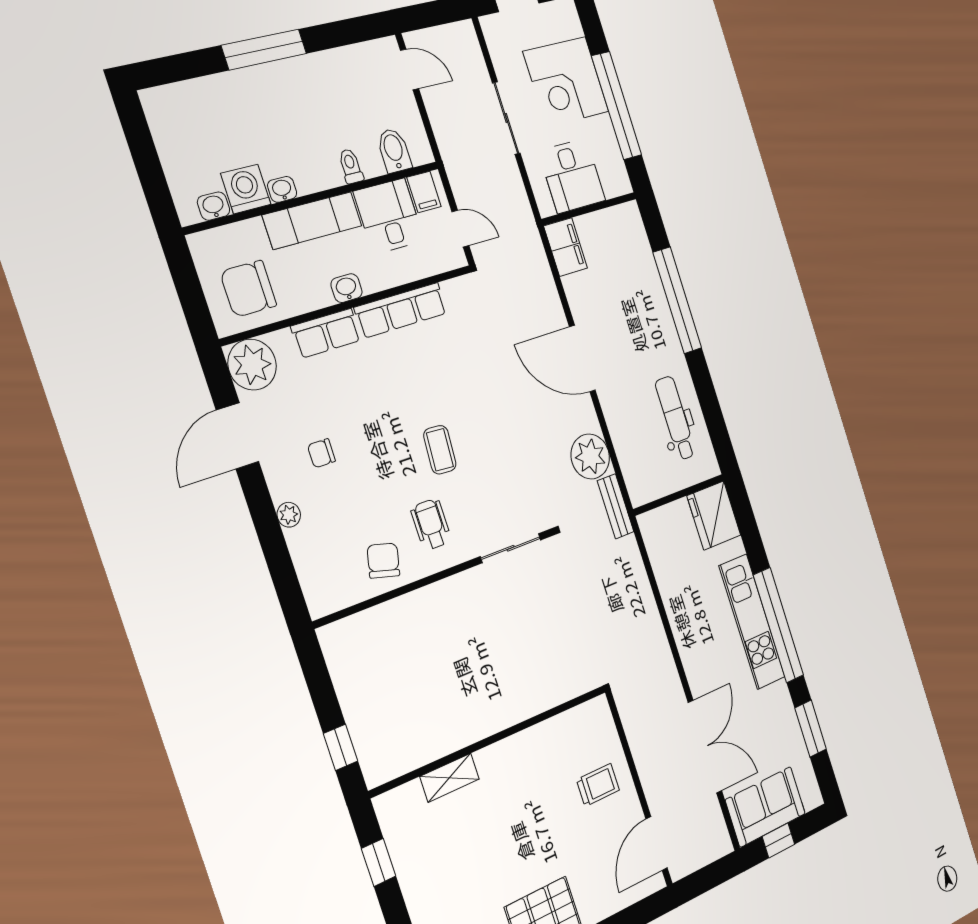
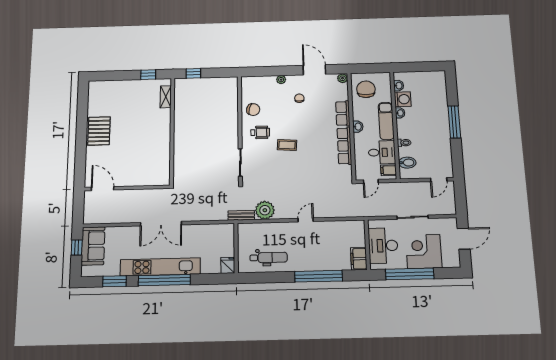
desk: (572, 176) -> (383, 246), width x1.37
filing cabinet: (566, 247) -> (359, 259), moved, turned 90
door: (582, 358) -> (306, 220), width x0.53
plant: (252, 365) -> (343, 78), width x0.53, depth x0.53
fridge: (714, 515) -> (228, 265), width x0.53, depth x0.75
kitchen unit: (752, 622) -> (160, 267), width x1.36
double door: (705, 747) -> (161, 224), moved
shelving: (450, 778) -> (166, 97), moved
trolley: (598, 785) -> (136, 170), removed

